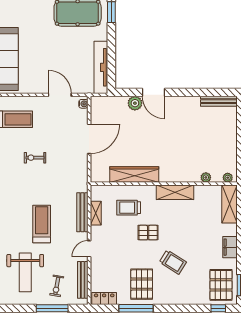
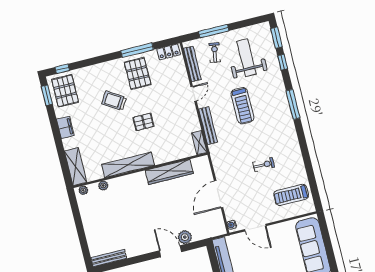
shelving: (175, 192) -> (128, 165), width x1.47
trolley: (129, 208) -> (167, 140), removed
shelving: (96, 213) -> (199, 143), moved

